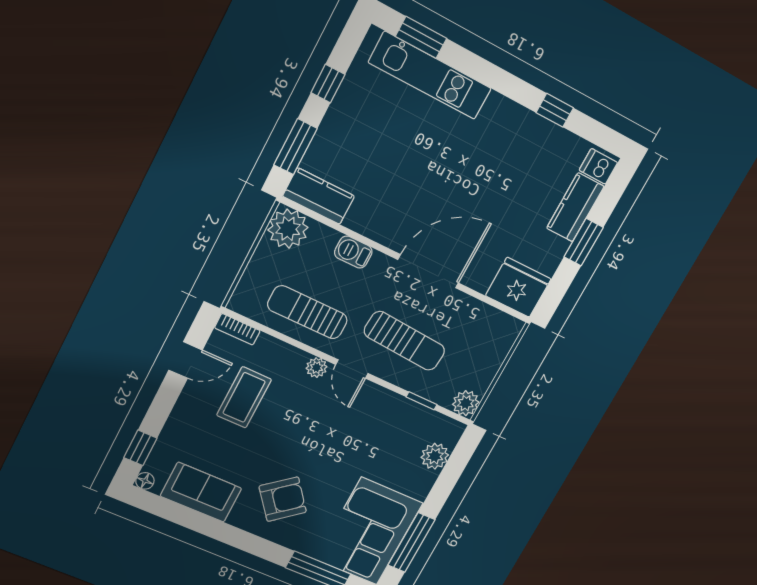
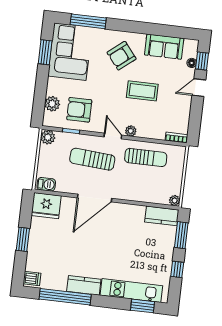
window: (555, 110) -> (65, 297), width x3.17
kitchen counter: (575, 207) -> (84, 285), moved, turned -90
plant: (288, 229) -> (175, 201), width x0.53, depth x0.53
barbecue: (353, 252) -> (46, 184), moved
door: (185, 360) -> (199, 88), moved
coffee table: (244, 397) -> (142, 91), moved, turned 90
armchair: (393, 432) -> (79, 110), added
floor lamp: (145, 481) -> (192, 63), moved
window: (411, 542) -> (45, 52), width x0.69

